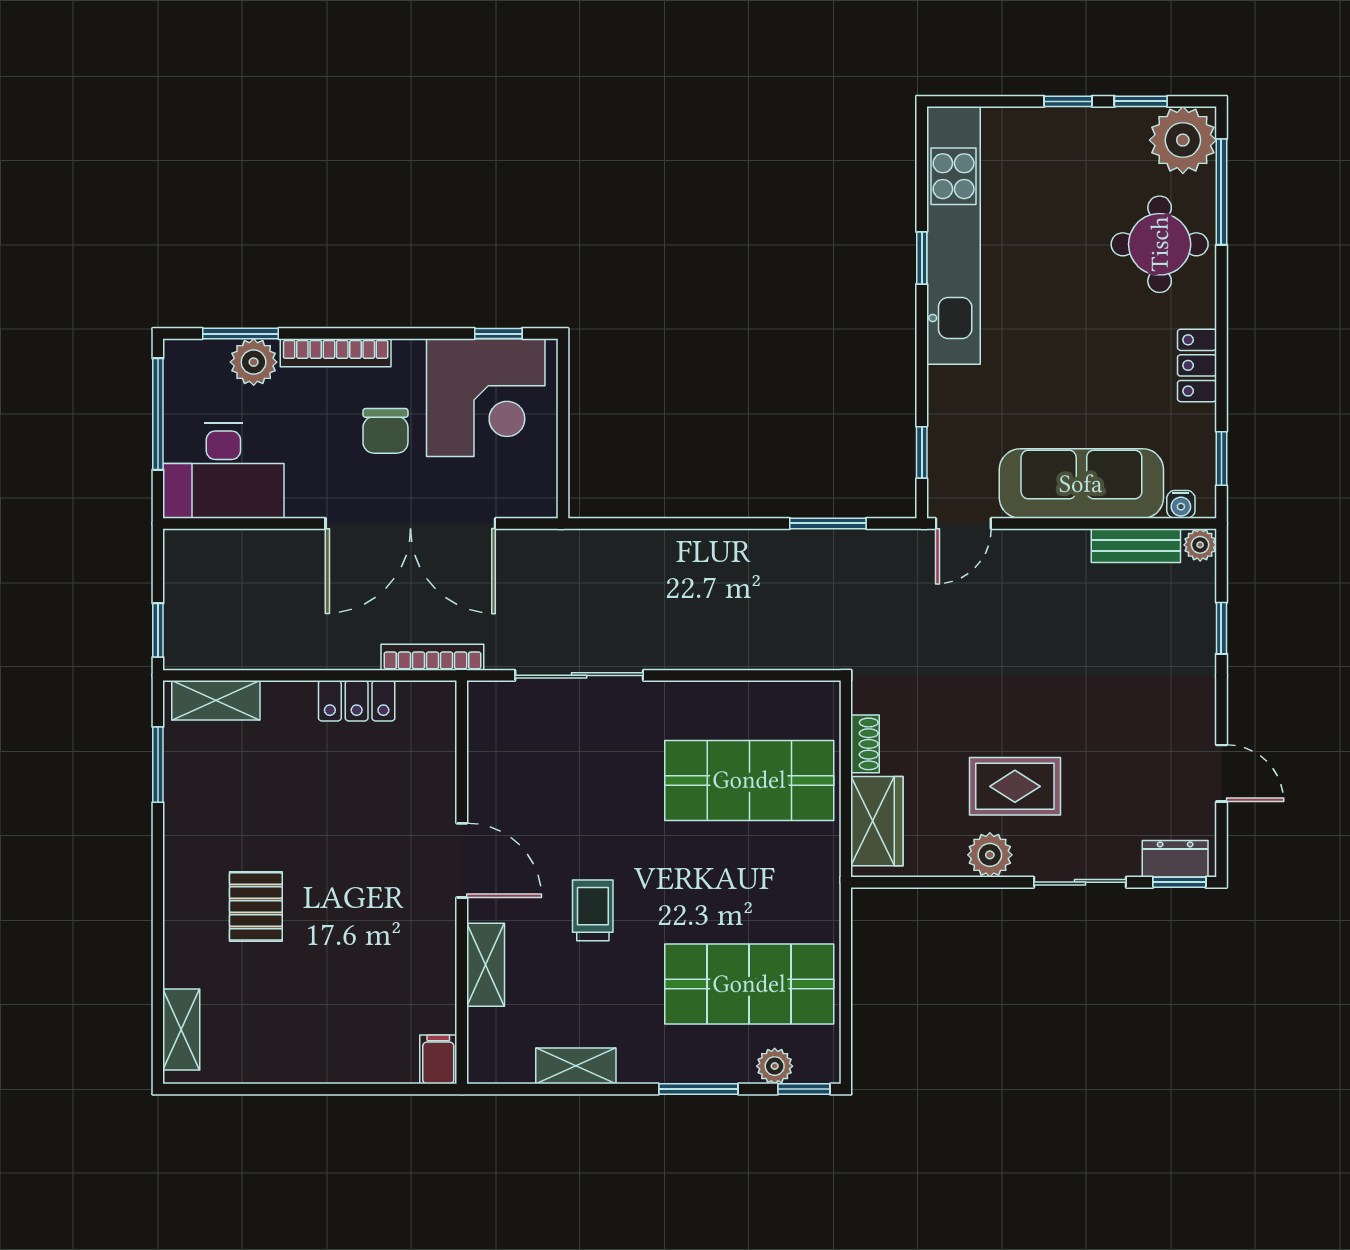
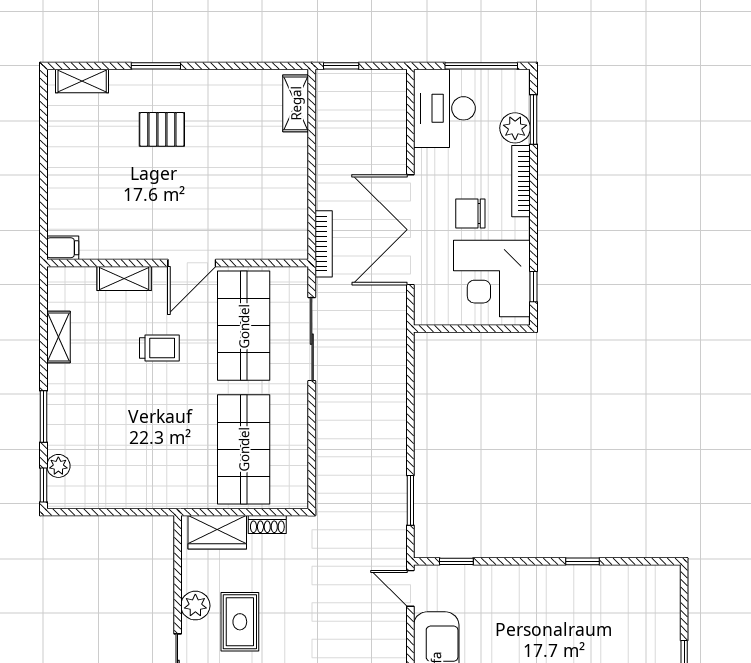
kitchen unit: (954, 235) -> (597, 582), removed
locker: (357, 701) -> (295, 195), removed
window: (158, 765) -> (156, 66), moved
shop shelf: (749, 984) -> (244, 326), moved

